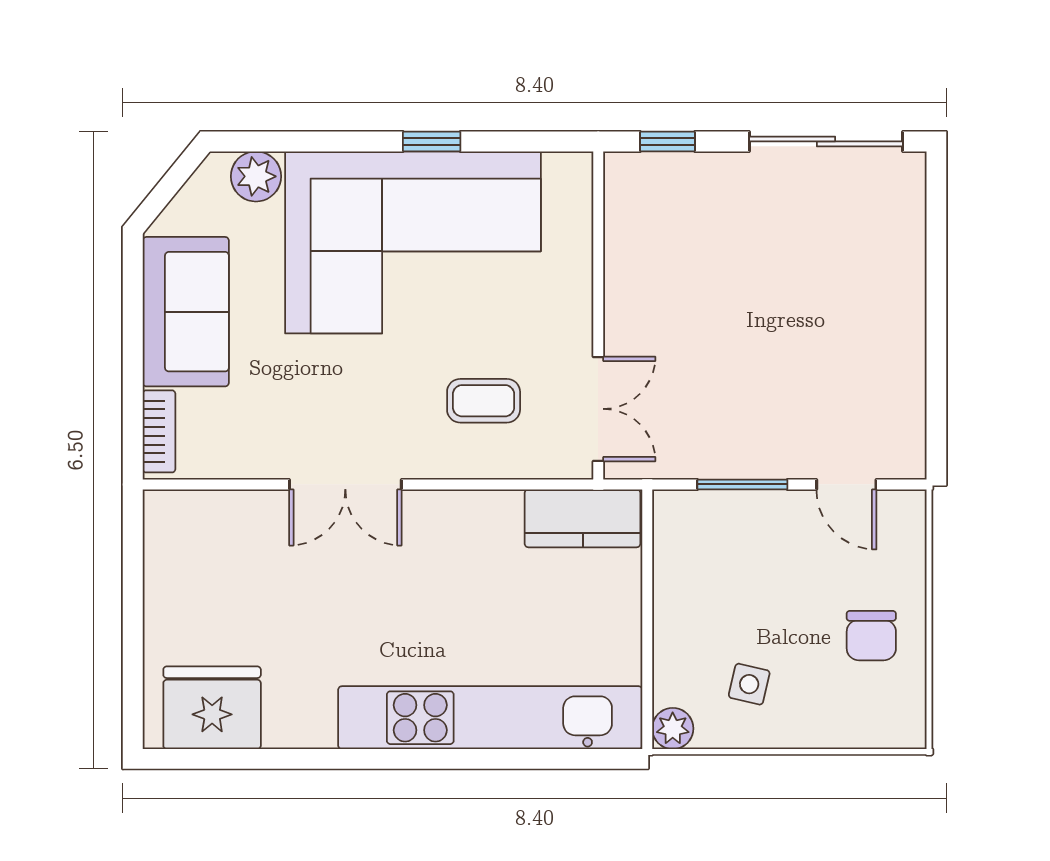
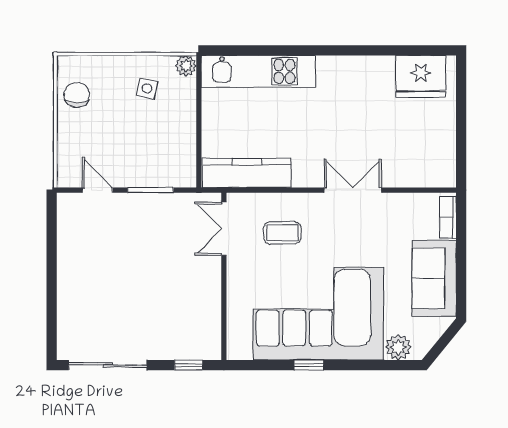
kitchen counter: (583, 518) -> (247, 173), width x1.50
chair: (871, 636) -> (77, 95), moved
kitchen unit: (490, 718) -> (258, 71), width x0.73

